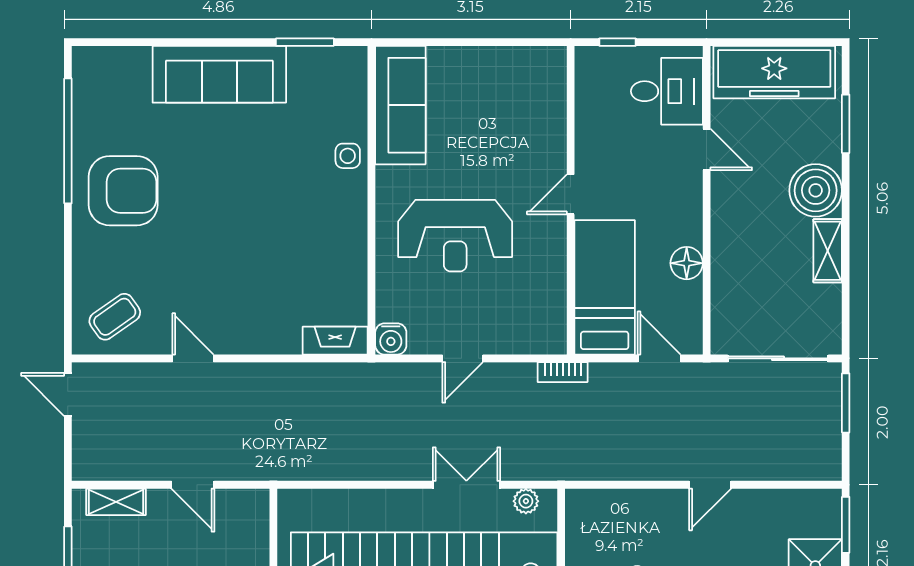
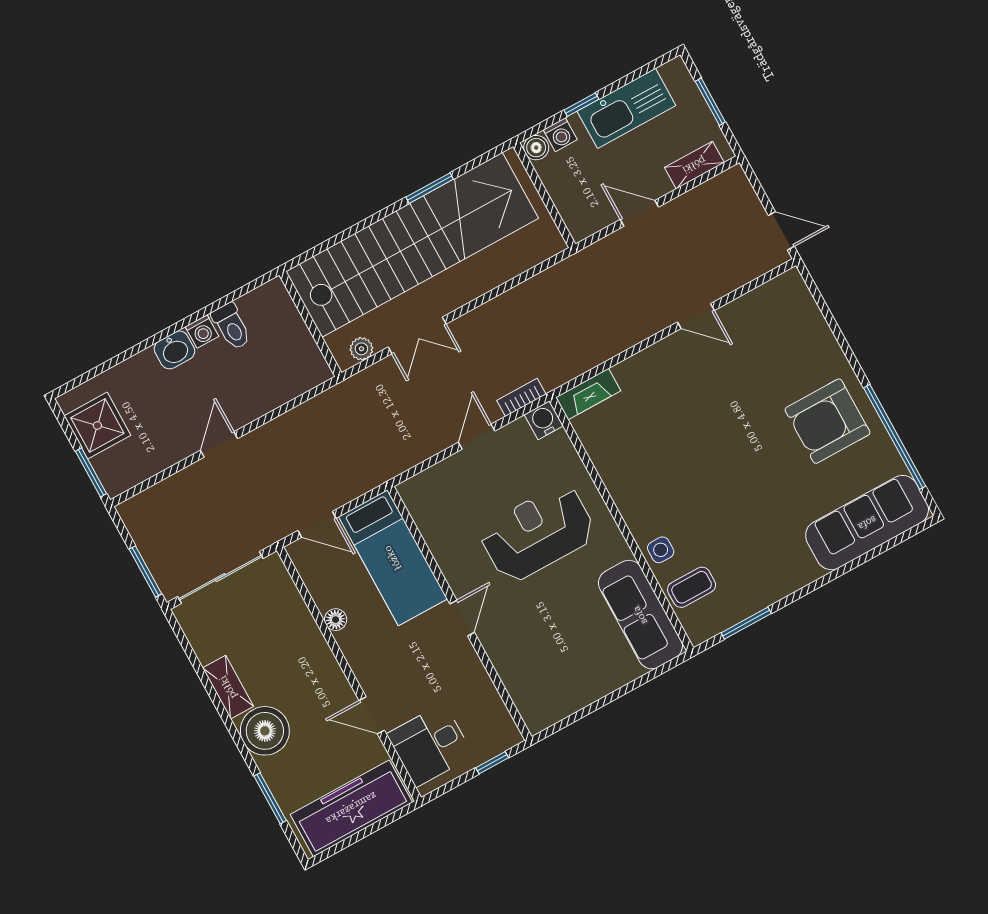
sofa: (219, 74) -> (867, 523), moved
floor lamp: (687, 263) -> (336, 620), width x0.73, depth x0.73
coffee table: (115, 317) -> (692, 587), moved, turned 35
bookcase: (563, 372) -> (521, 397), moved

